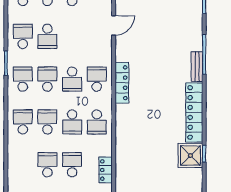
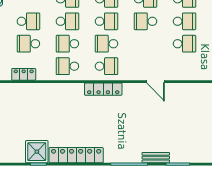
bench: (197, 67) -> (156, 158), moved
school desk: (72, 165) -> (28, 44), turned 180

